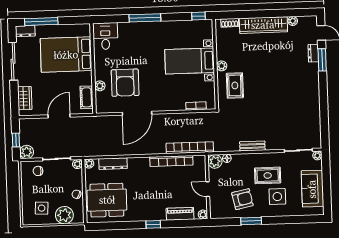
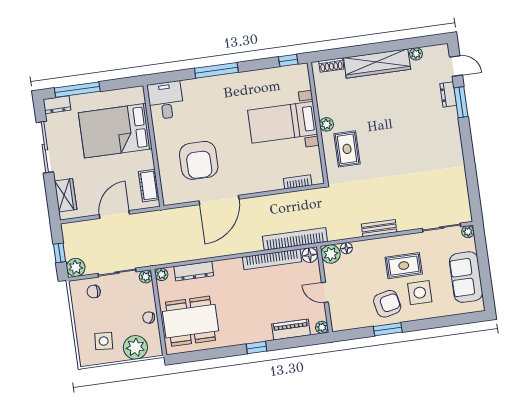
plant: (100, 86) -> (165, 168), removed
floor lamp: (199, 161) -> (310, 255), added
armchair: (242, 199) -> (387, 304), moved

